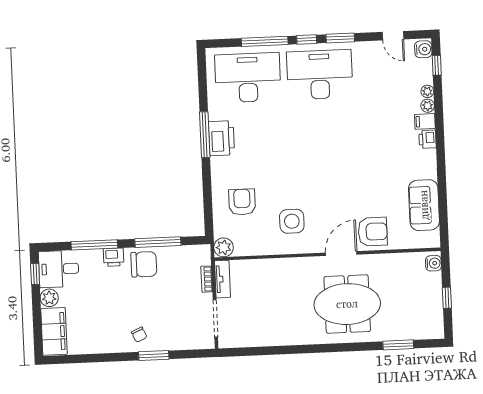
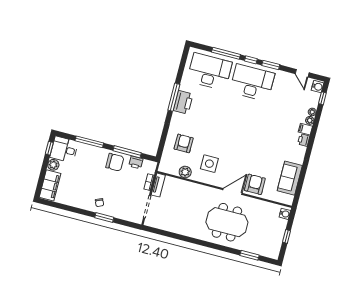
armchair: (373, 232) -> (255, 184), turned -90
plant: (224, 247) -> (185, 172), moved
printer: (114, 257) -> (136, 162), moved

